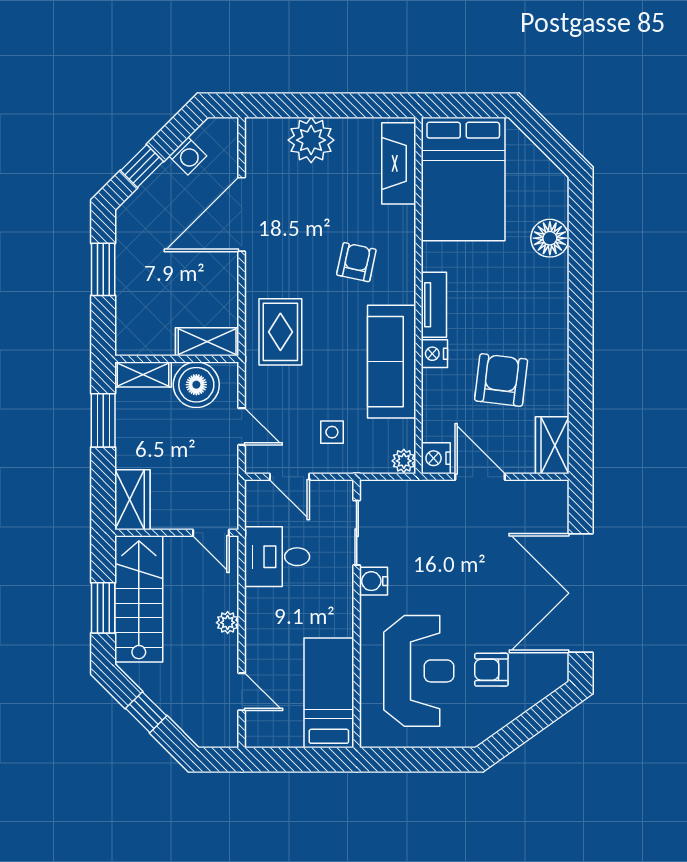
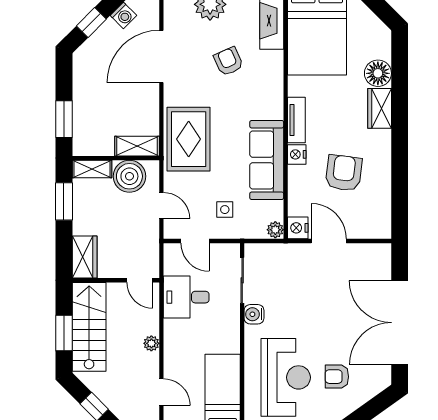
armchair: (356, 262) -> (228, 61), moved, turned -36
window: (103, 269) -> (64, 119), moved
rug: (280, 332) -> (189, 139), width x1.36, depth x1.43
wardrobe: (552, 445) -> (380, 108), moved

